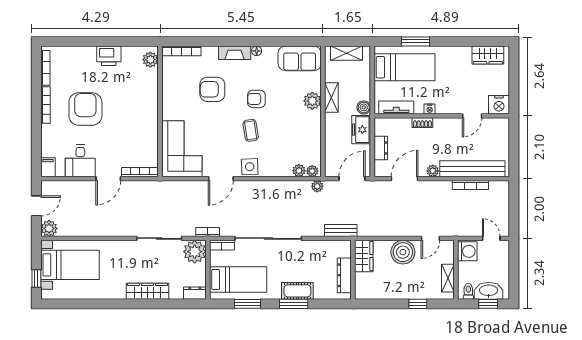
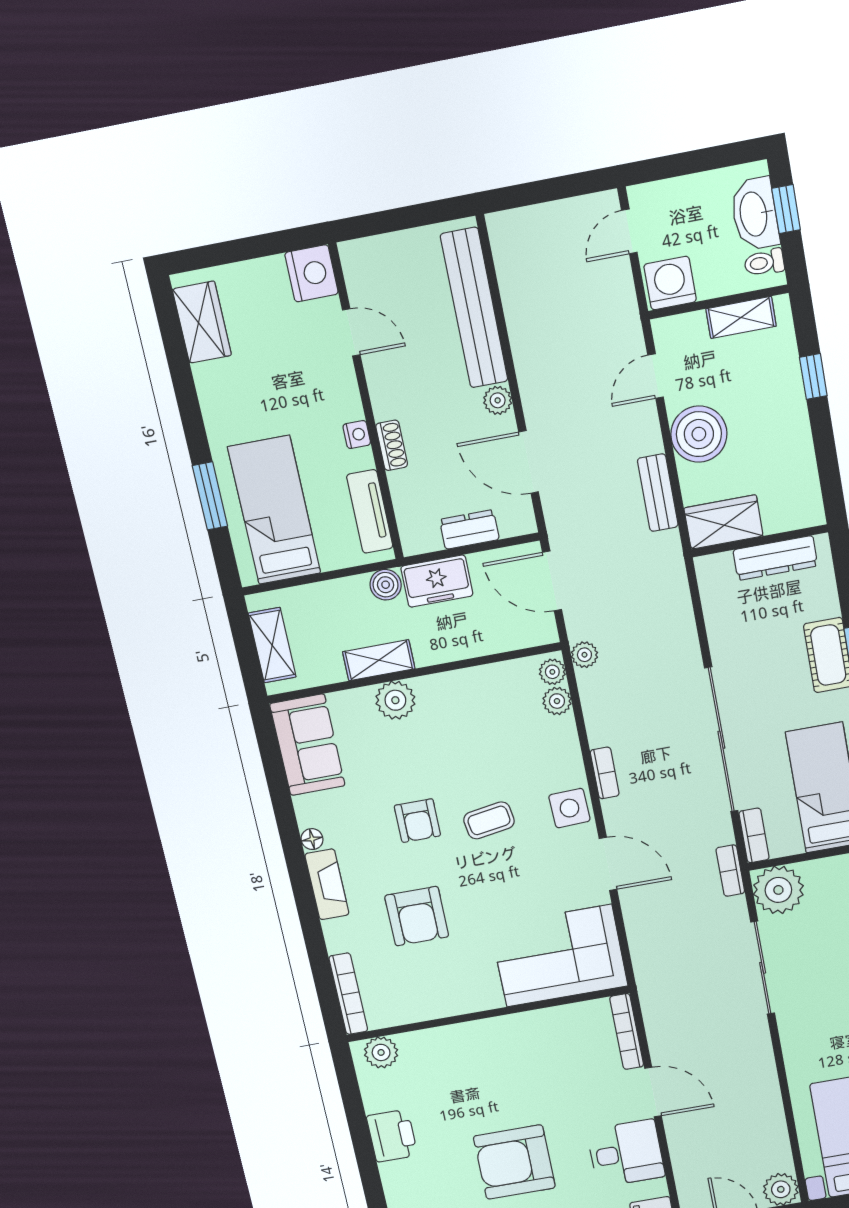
bookcase: (470, 185) -> (605, 773), moved, width x0.64
bench: (341, 230) -> (658, 493), moved
door: (430, 238) -> (656, 376), swing flipped

